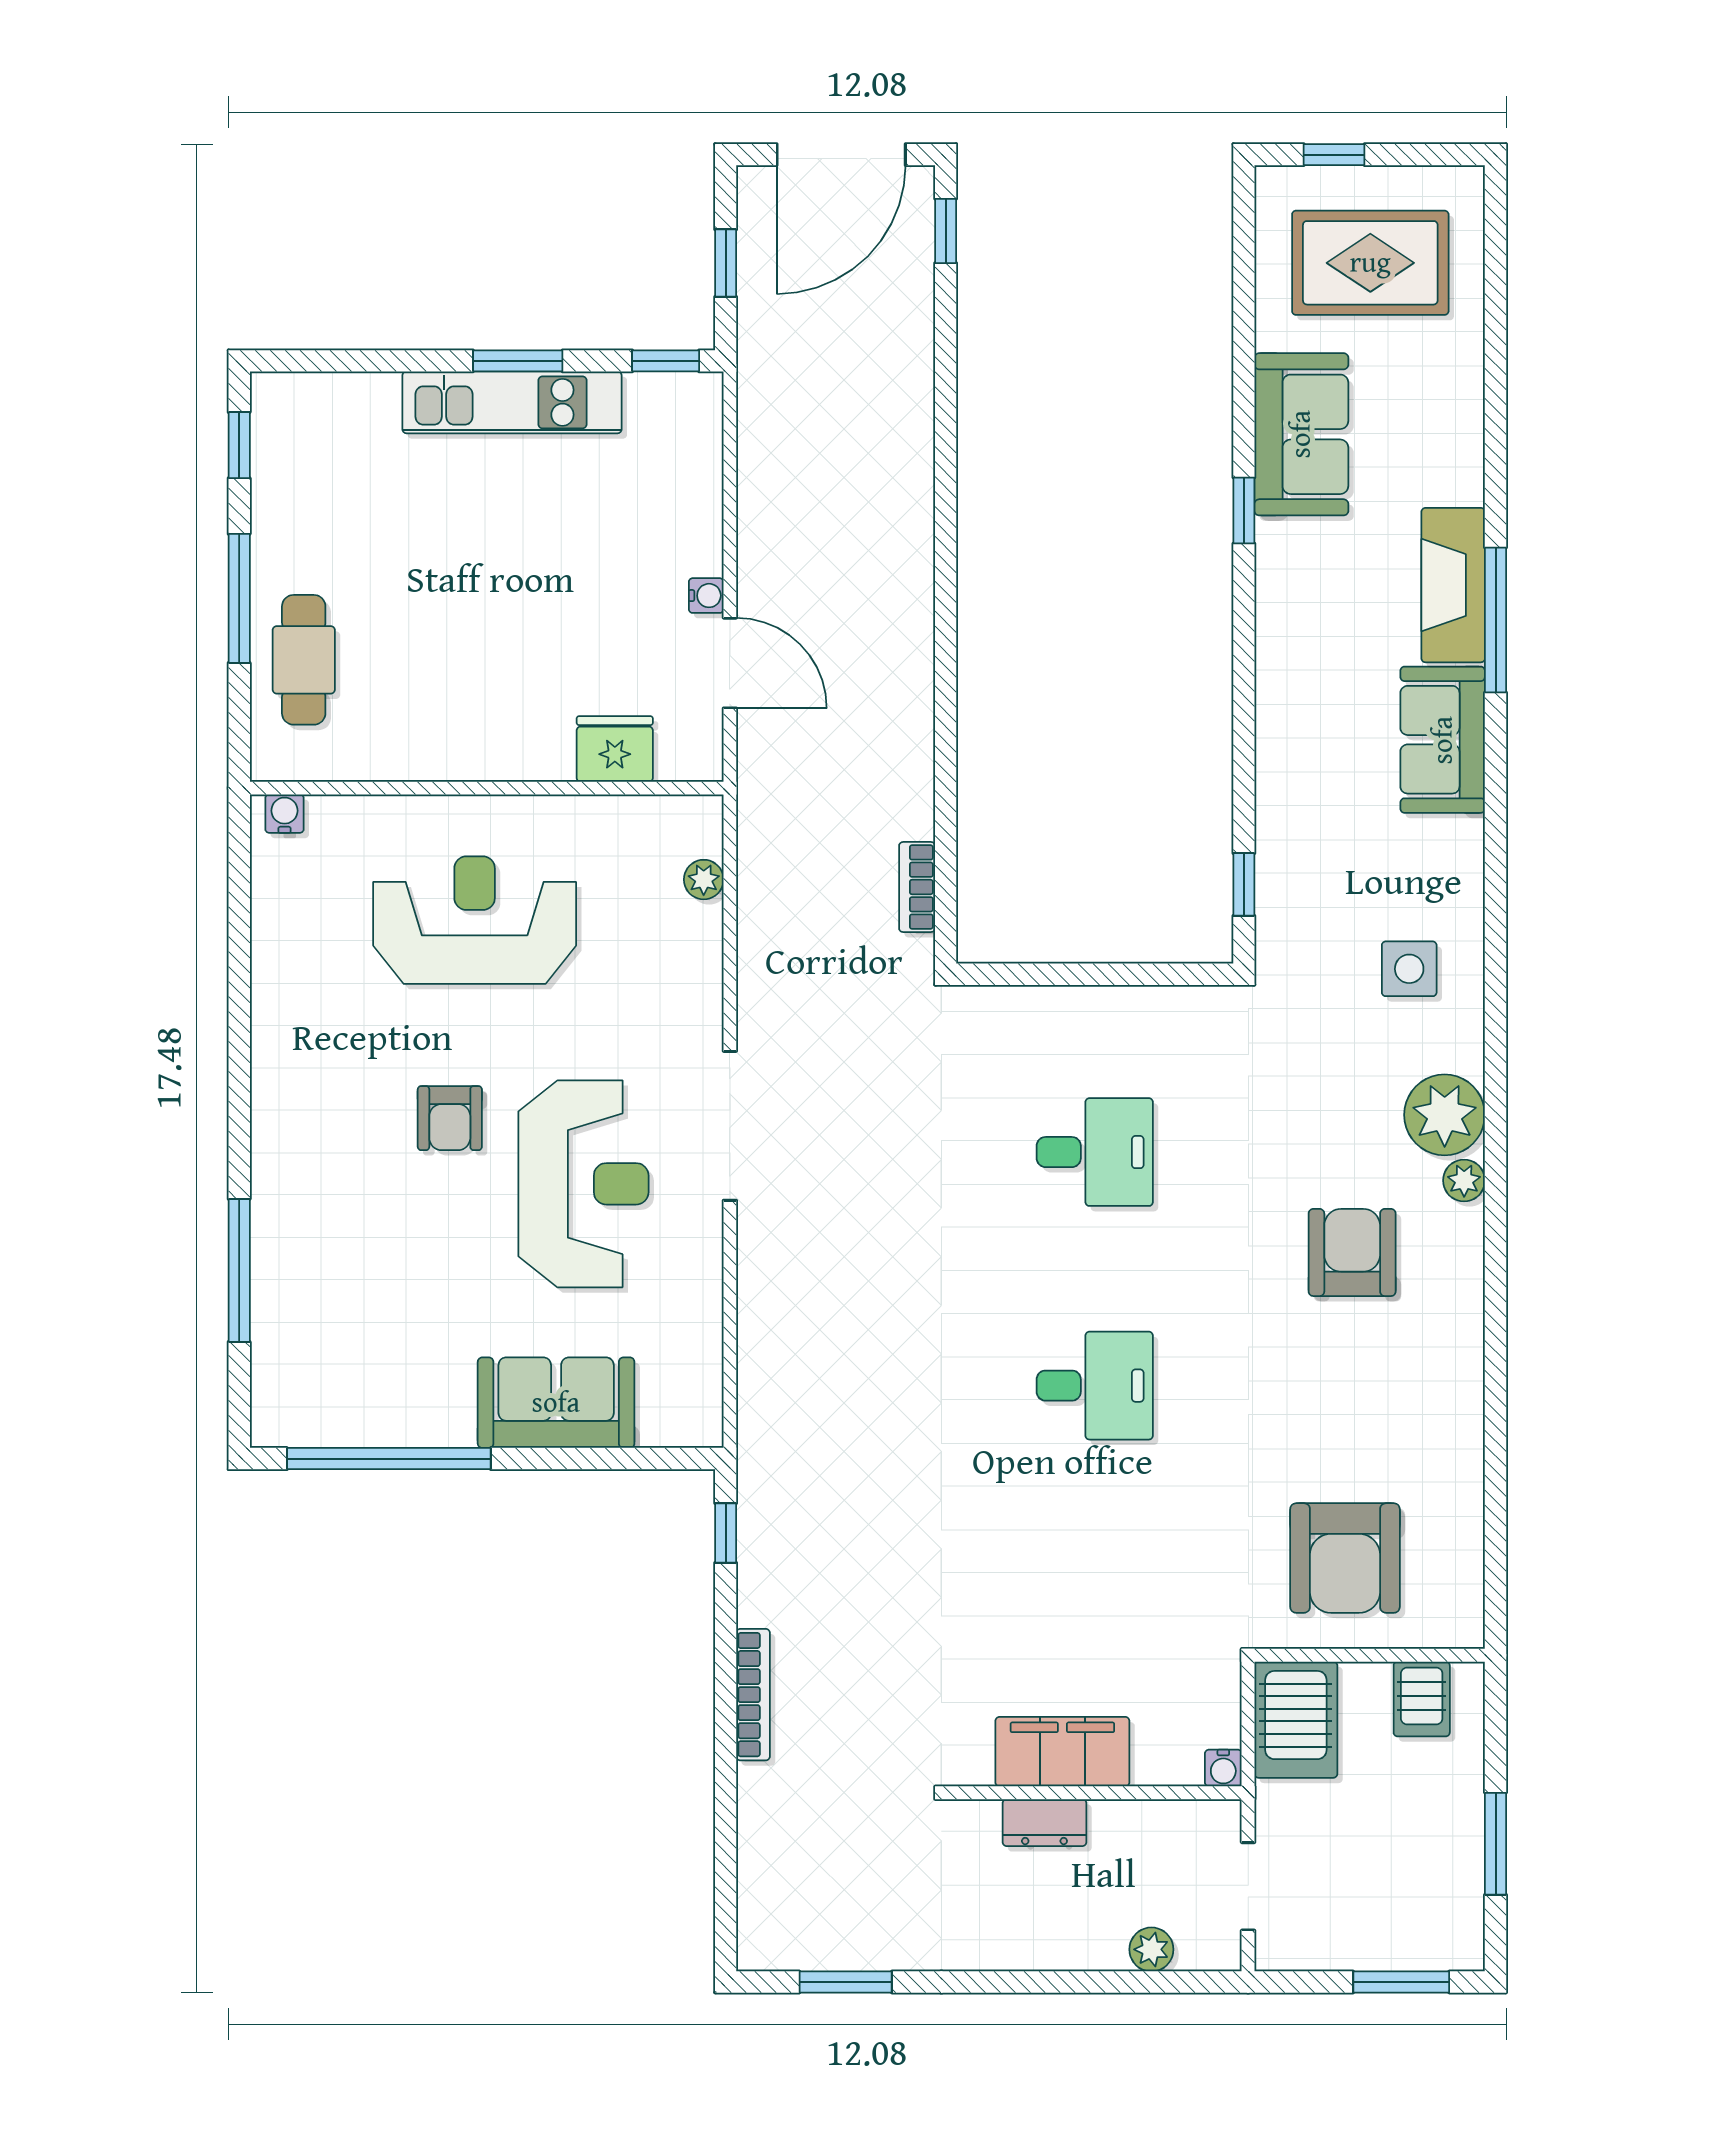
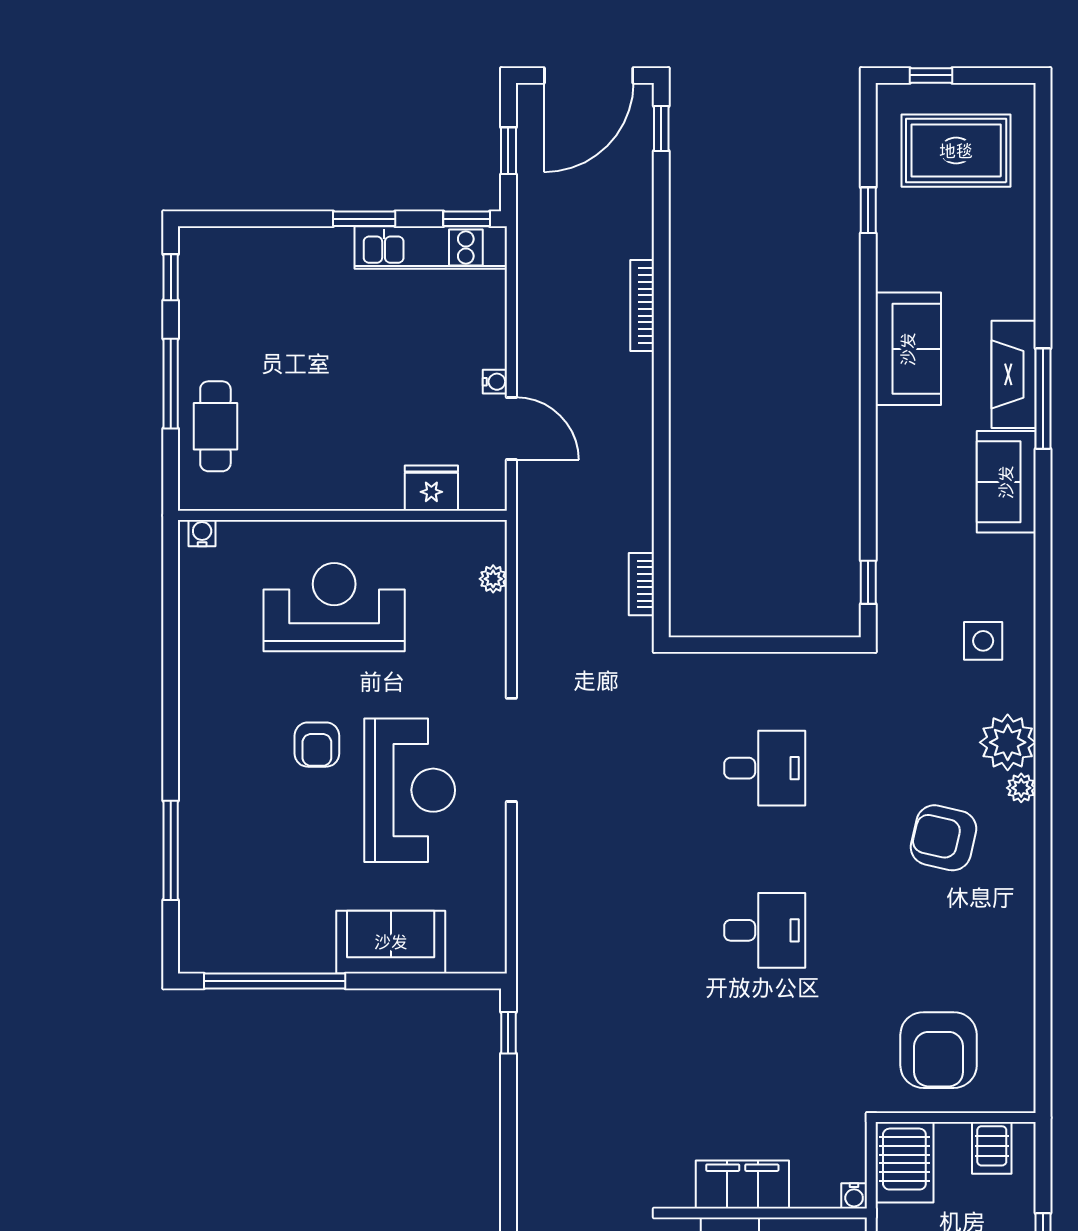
kitchen unit: (512, 402) -> (431, 247), moved
sofa: (1301, 434) -> (908, 349), moved
window: (1244, 511) -> (868, 210), moved
armchair: (1352, 1252) -> (944, 838), turned -77
bookcase: (753, 1695) -> (642, 306), moved, turned 180

